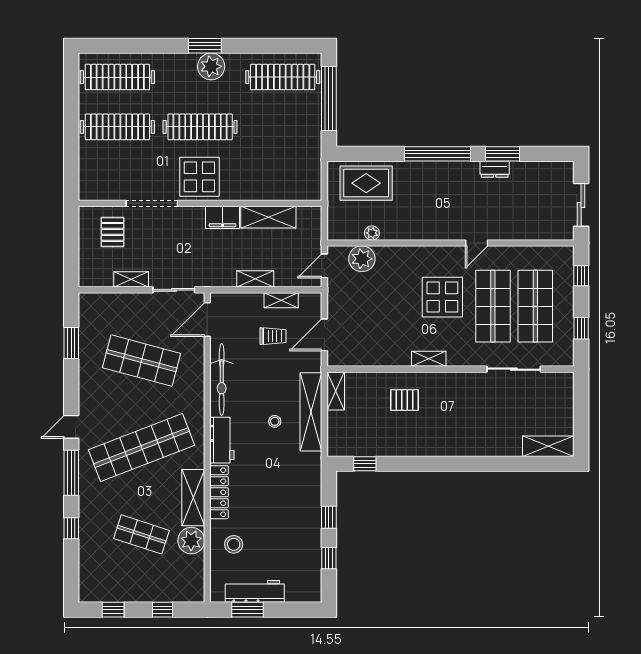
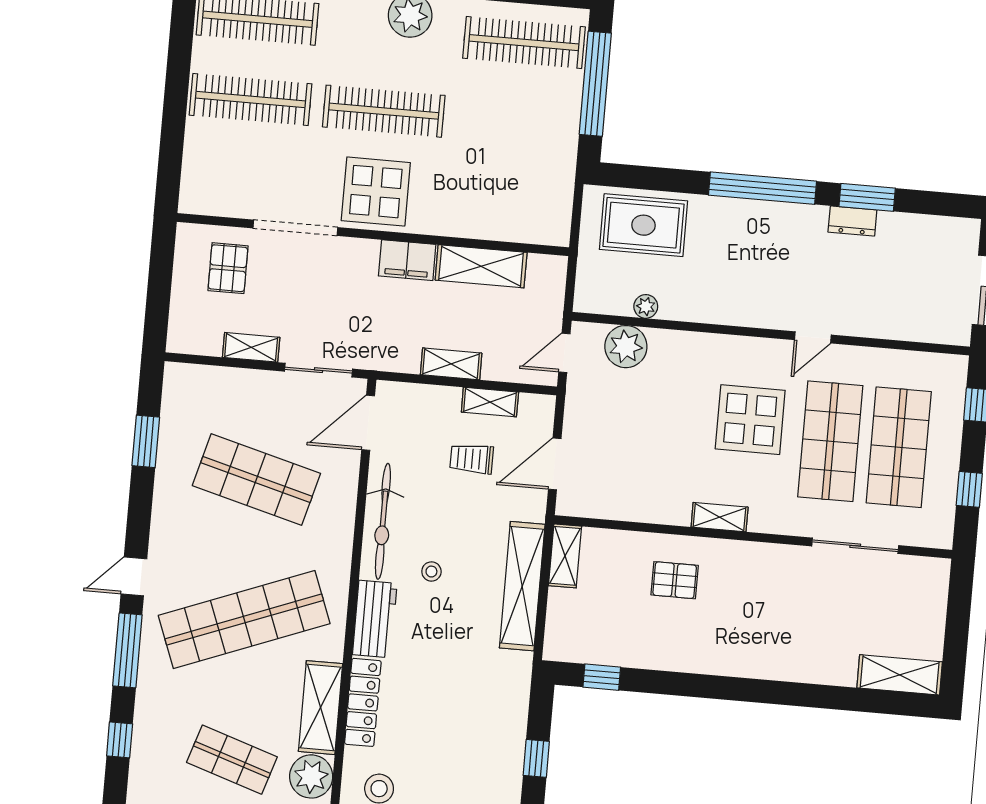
trolley: (273, 336) -> (472, 459), turned 180
stool: (275, 421) -> (431, 572), moved

